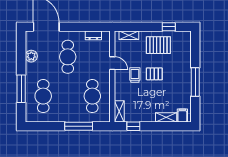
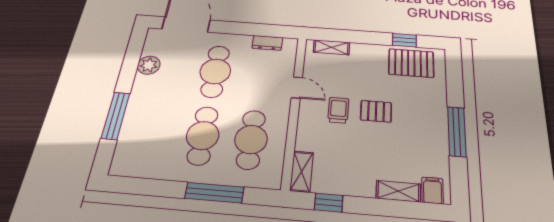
pallet: (158, 45) -> (411, 63), moved
cafe table: (43, 96) -> (203, 135), moved

